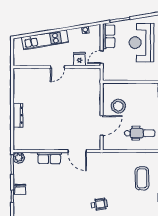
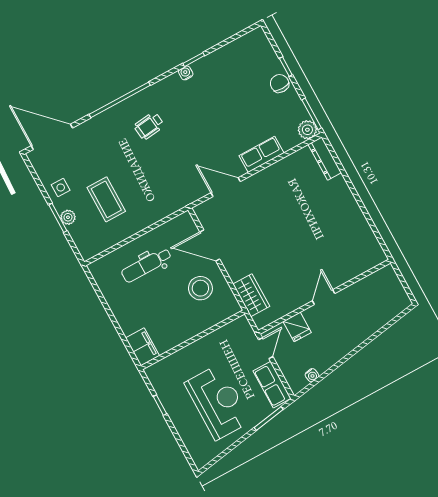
kitchen unit: (45, 40) -> (364, 328), removed
wardrobe: (94, 88) -> (251, 295), added
dresser: (18, 115) -> (325, 158), moved
door: (102, 125) -> (210, 246), hinge flipped

